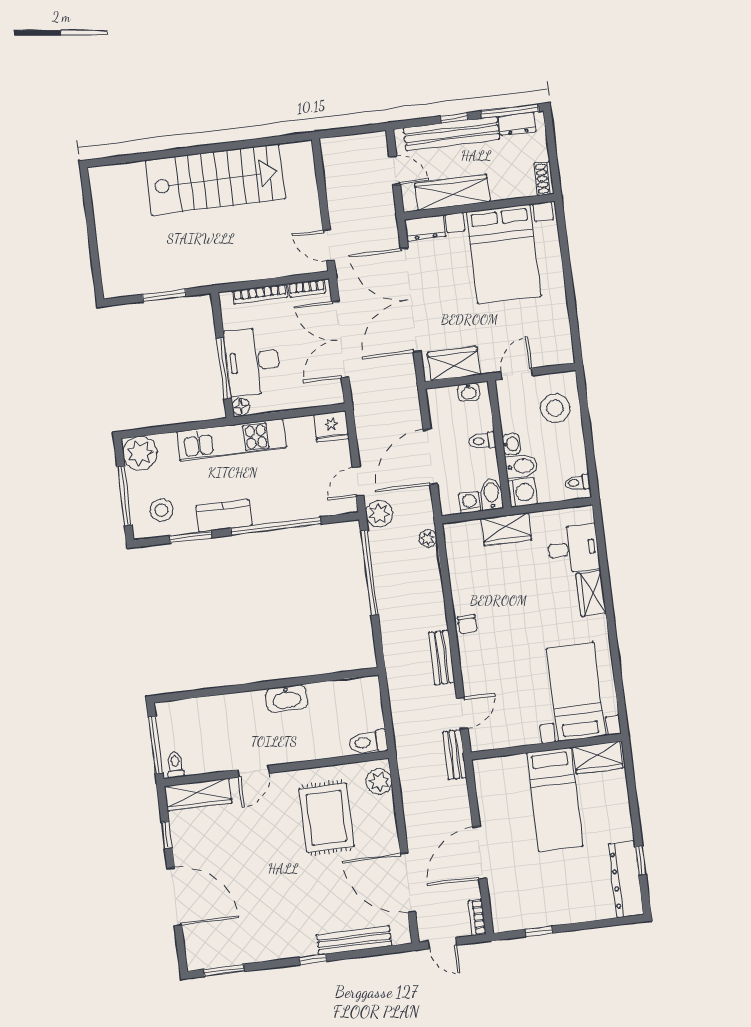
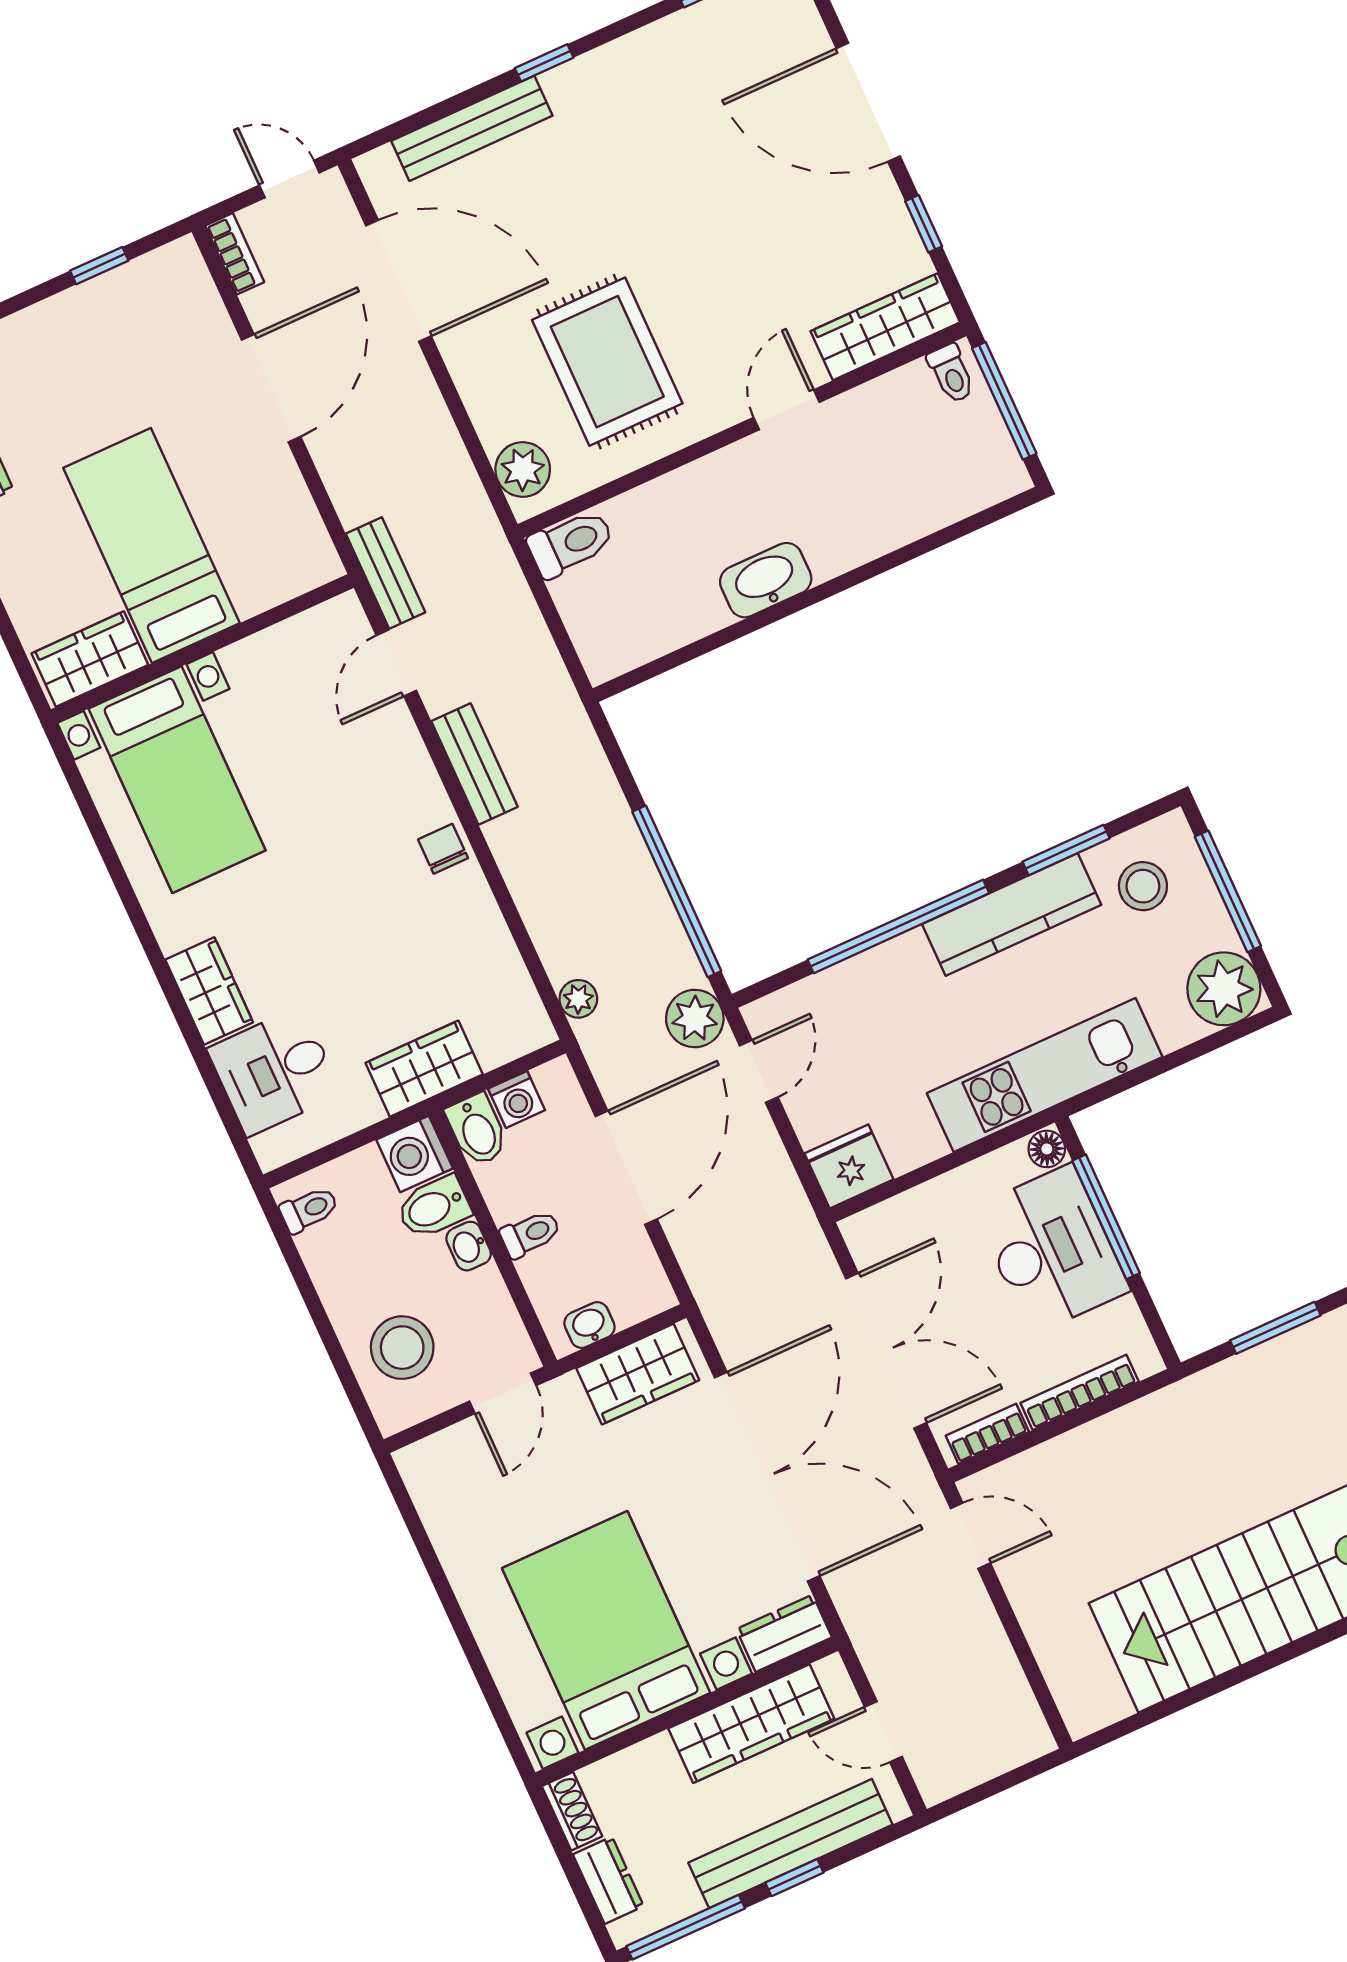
dresser: (518, 124) -> (608, 1880), moved, turned 90
kitchen counter: (224, 516) -> (1012, 914), width x1.50

